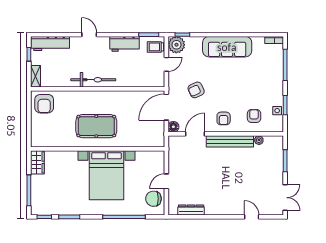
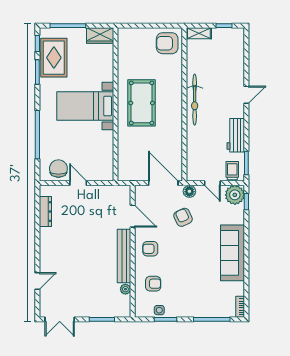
workbench: (50, 43) -> (236, 50), removed
floor lamp: (173, 127) -> (189, 191), moved
bed with nightstands: (107, 175) -> (85, 106), width x0.73
rug: (57, 203) -> (54, 58), added

